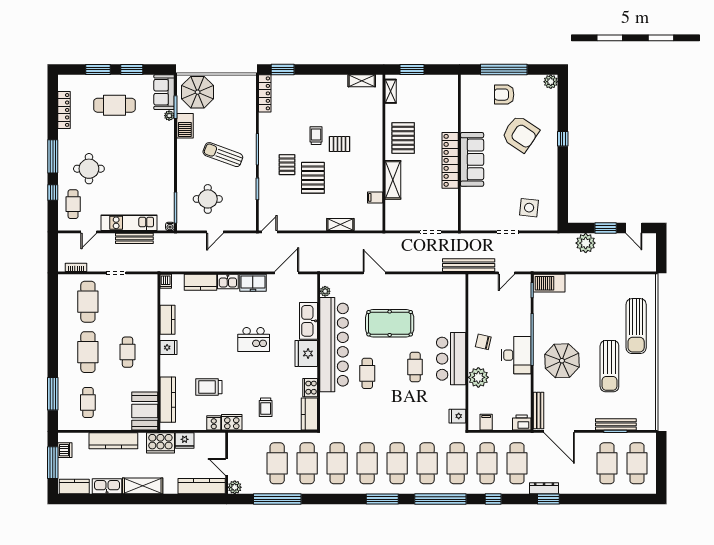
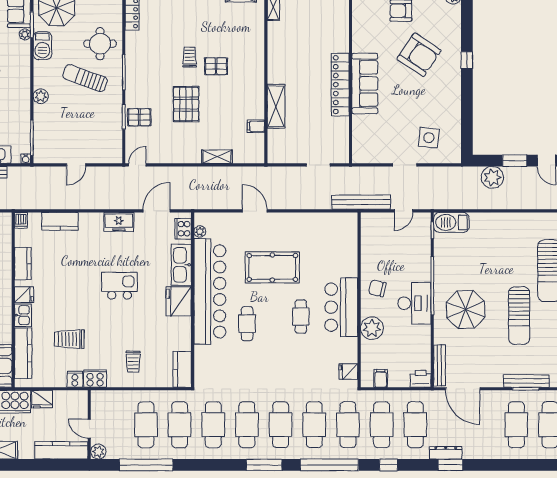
pallet: (403, 138) -> (287, 59), removed
pallet: (287, 165) -> (139, 117), moved, turned 90
plant: (183, 171) -> (41, 96), added
round table: (208, 199) -> (100, 44), moved
kitchen sink: (228, 281) -> (23, 315), moved, turned -90
kitchen island: (254, 339) -> (119, 286), turned 180
cooker: (310, 388) -> (183, 229), moved

